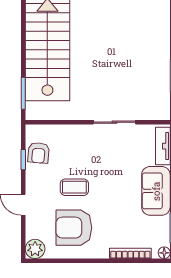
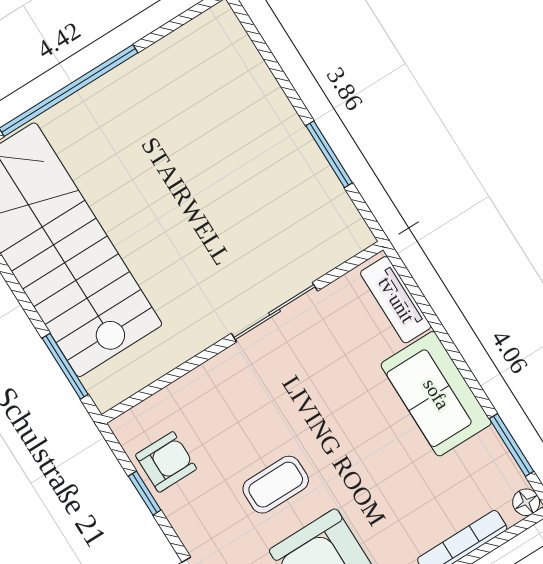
armchair: (39, 153) -> (166, 462), turned -95

